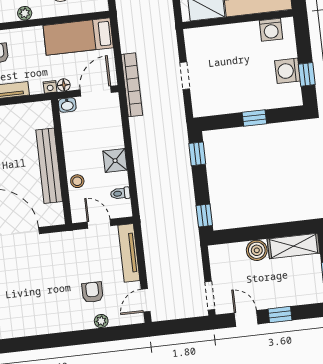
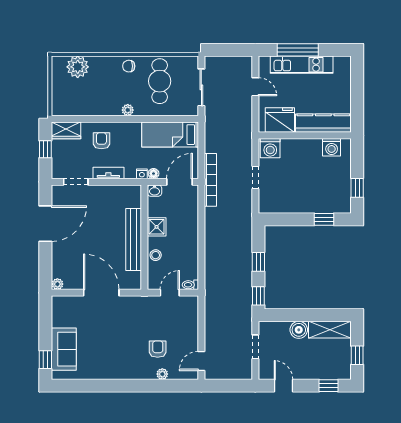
washing machine: (288, 71) -> (270, 148), moved, turned -90
window: (254, 118) -> (324, 219), moved
window: (197, 154) -> (258, 262), moved
shower: (115, 161) -> (157, 227), moved
toilet: (120, 193) -> (190, 285), moved
door: (99, 224) -> (170, 293), hinge flipped
tv unit: (129, 253) -> (192, 320), removed
doorway: (210, 296) -> (255, 347), moved
window: (280, 315) -> (328, 386), moved

